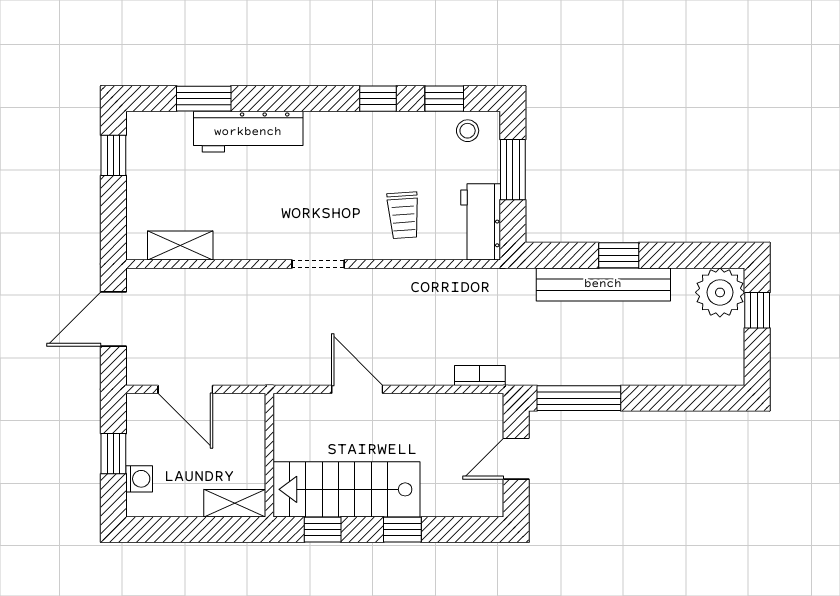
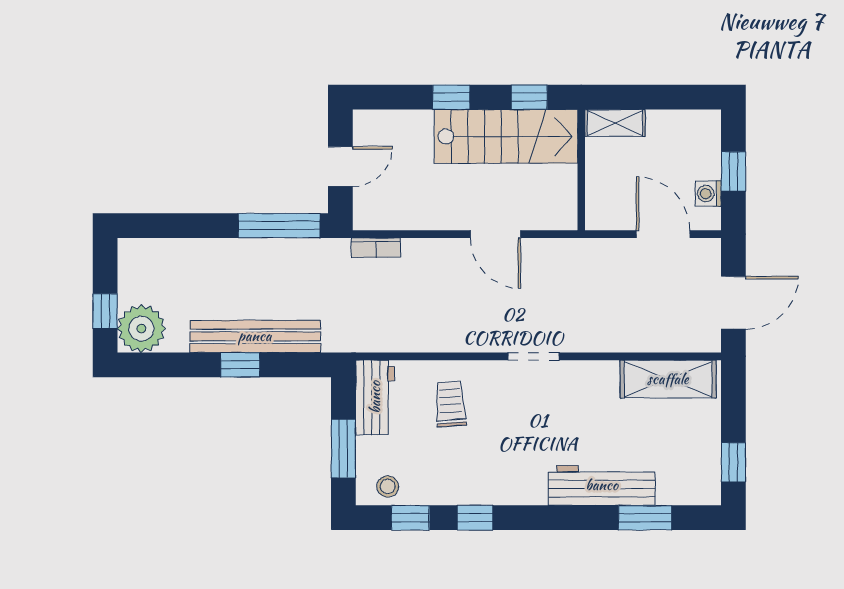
shelving: (180, 246) -> (668, 379), width x1.50, depth x1.33
washing machine: (139, 479) -> (708, 194), moved

